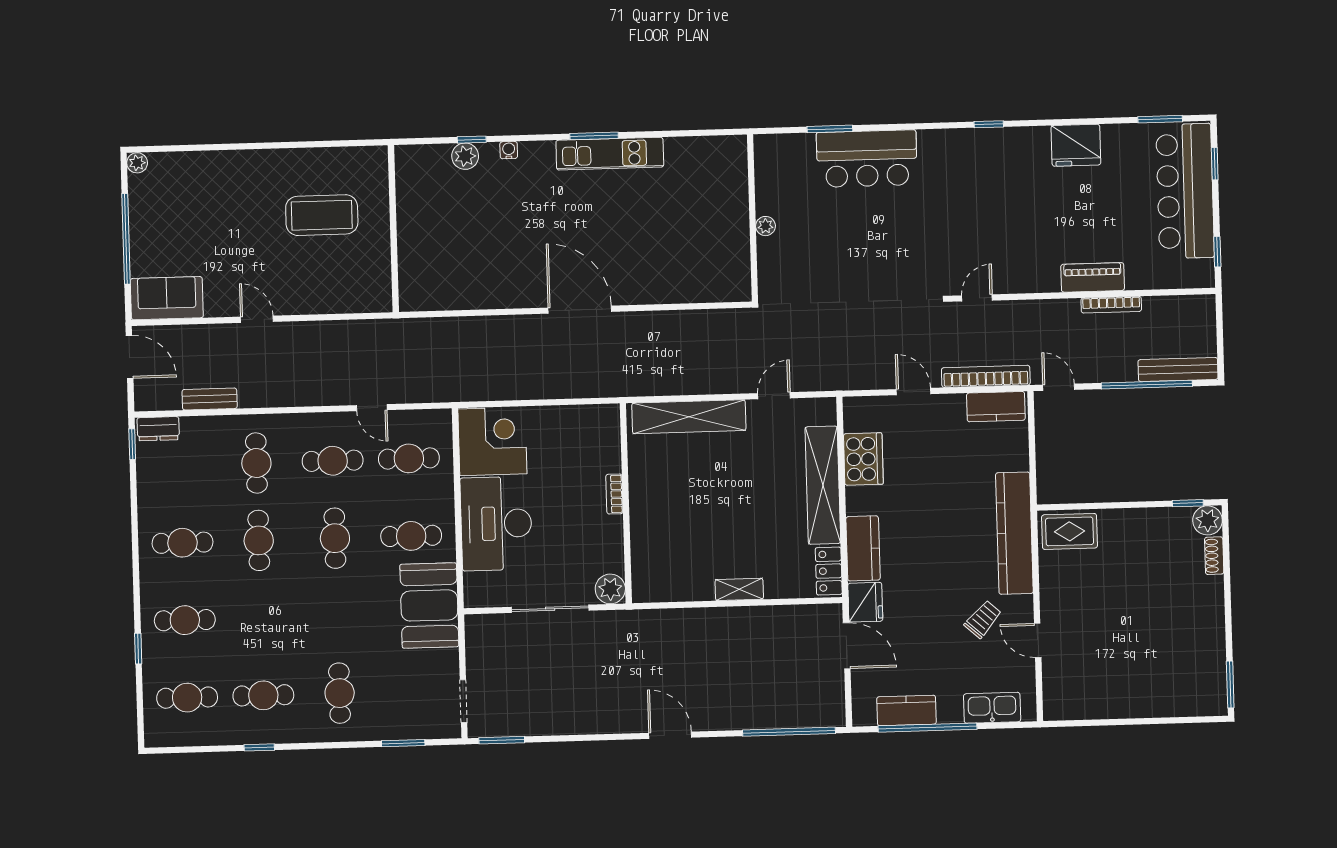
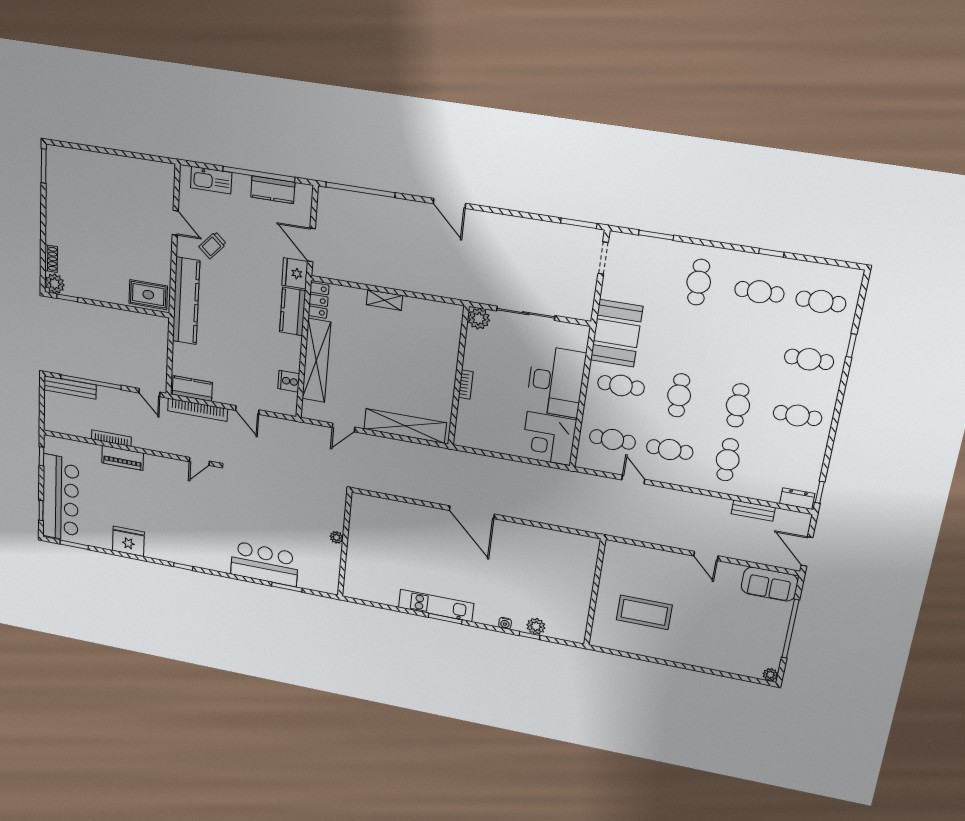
cooker: (863, 459) -> (289, 381), width x0.53, depth x0.76

